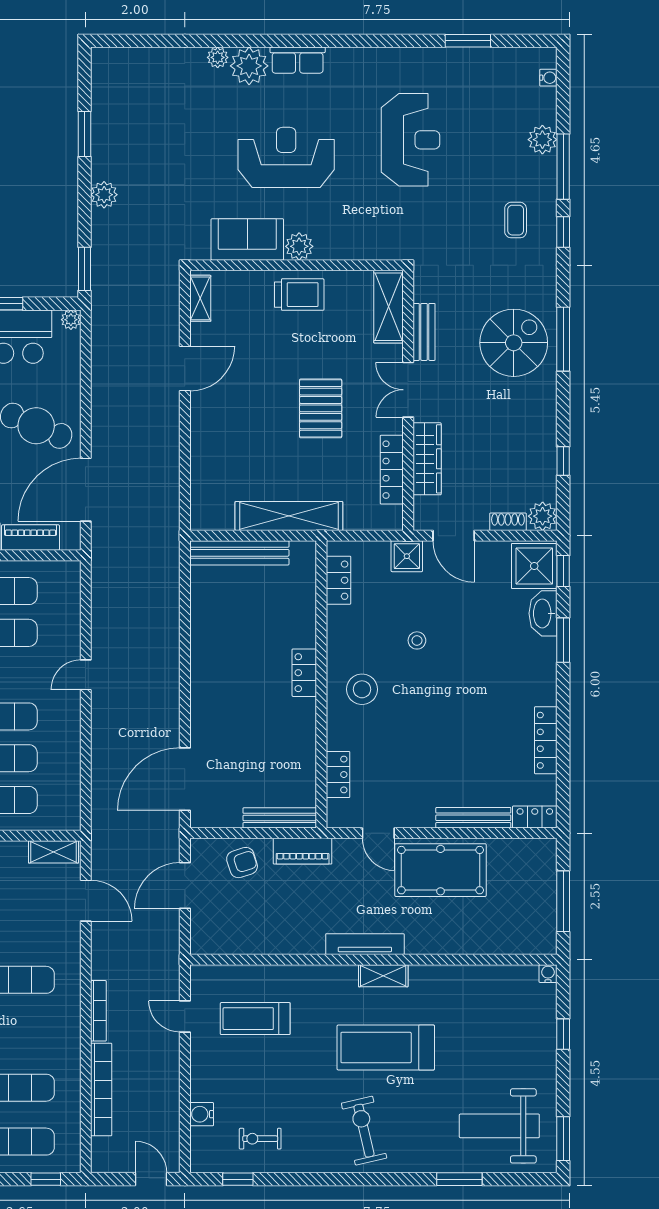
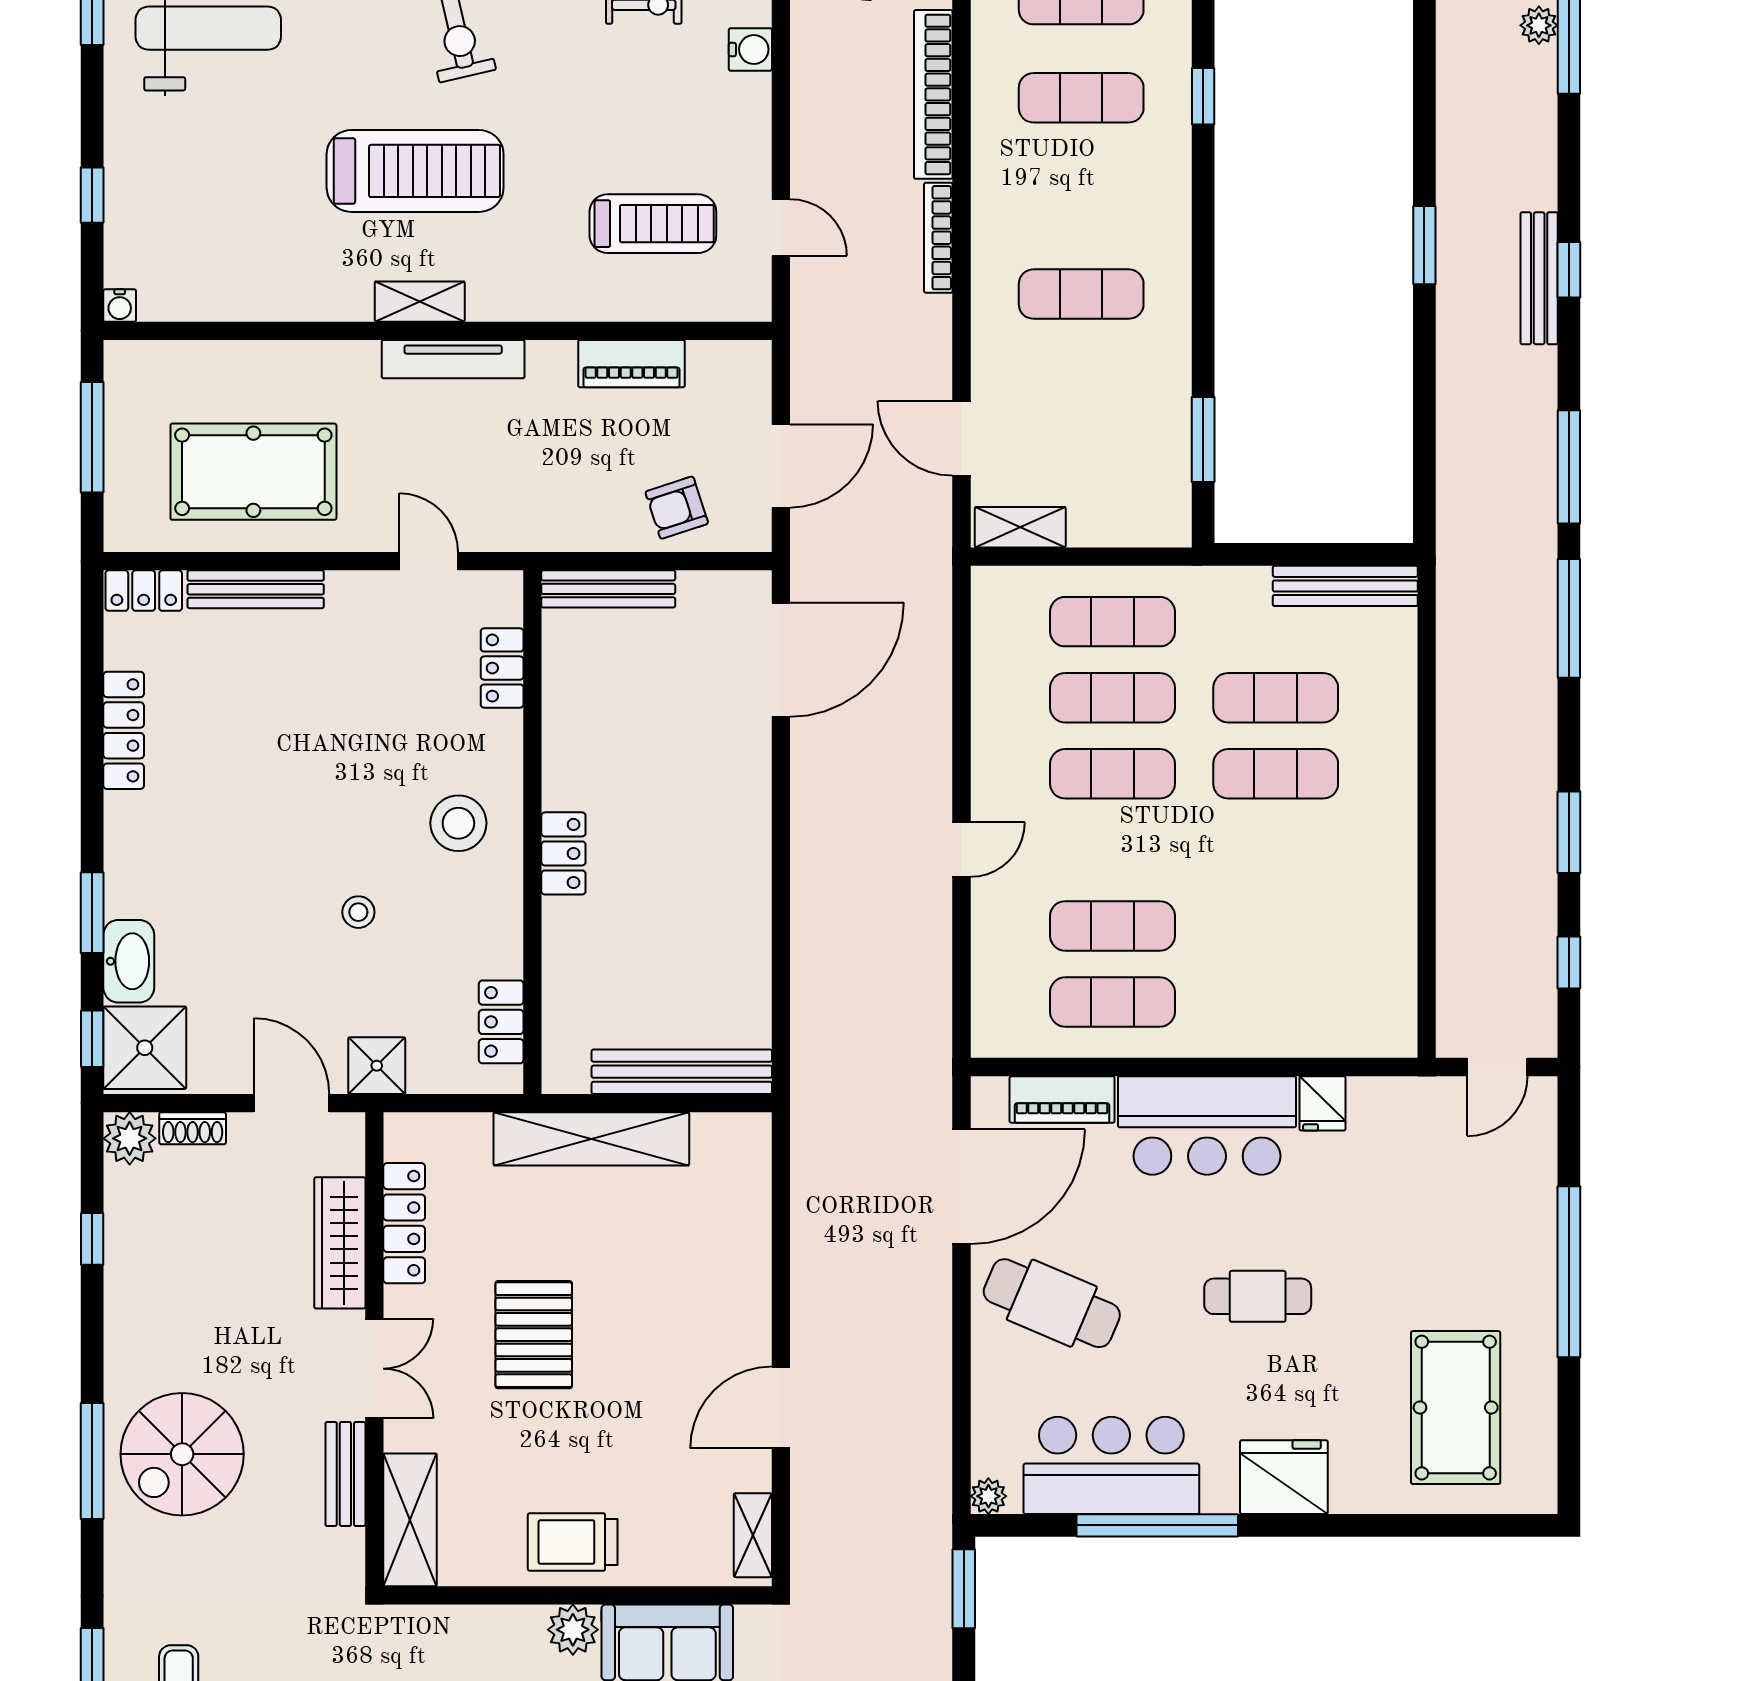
piano: (303, 851) -> (632, 364), moved, turned 180
pool table: (440, 870) -> (253, 472), moved

